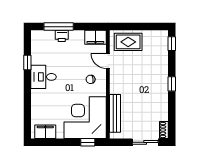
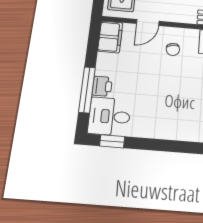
window: (27, 63) -> (112, 141), moved
desk: (44, 77) -> (109, 116), moved, turned 90

